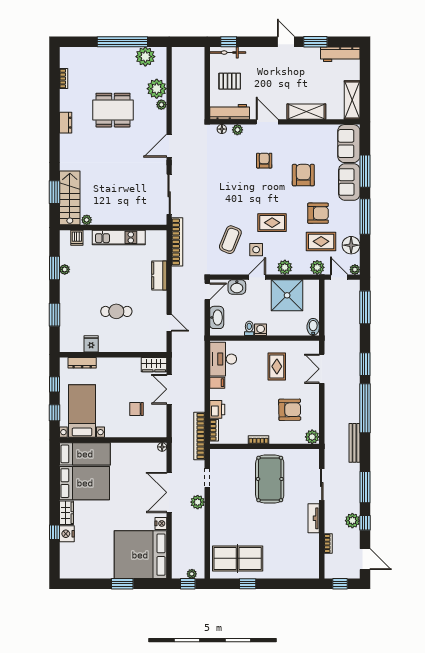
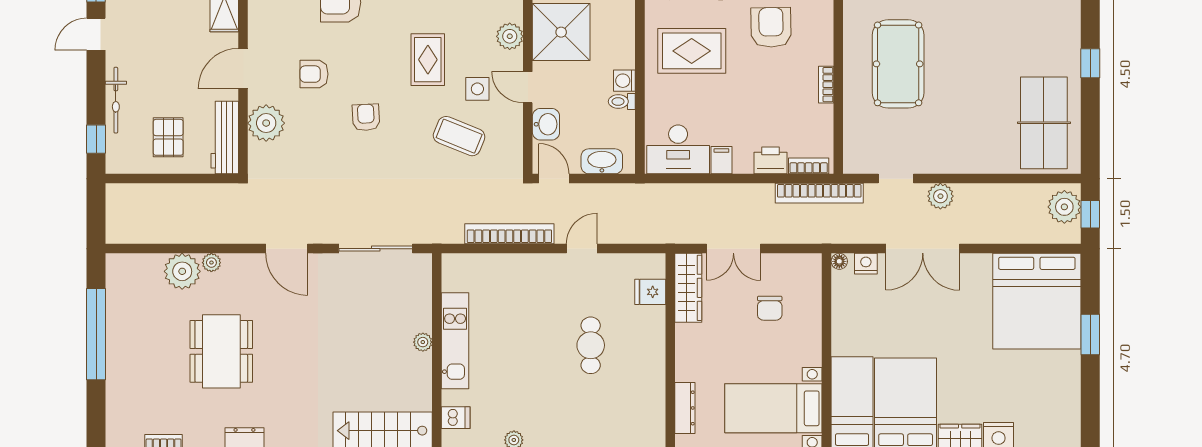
bicycle: (228, 53) -> (116, 100), moved
plant: (145, 57) -> (123, 292), removed
floor lamp: (222, 129) -> (256, 152), removed
plant: (237, 130) -> (266, 123), width x1.87, depth x1.87
armchair: (241, 189) -> (366, 117), added
plant: (87, 220) -> (423, 342), moved
bookcase: (177, 242) -> (509, 234), moved
kitchen counter: (159, 275) -> (525, 267), removed
door: (169, 323) -> (582, 249), moved
fridge: (91, 344) -> (650, 292), moved
wardrobe: (154, 365) -> (688, 288), width x1.50
rug: (277, 366) -> (692, 51), width x1.36, depth x1.43
pool table: (270, 479) -> (898, 64), turned 90
nightstand: (161, 523) -> (866, 264), moved
plant: (192, 574) -> (1064, 207), width x1.88, depth x1.88
window: (248, 584) -> (1090, 63), moved

